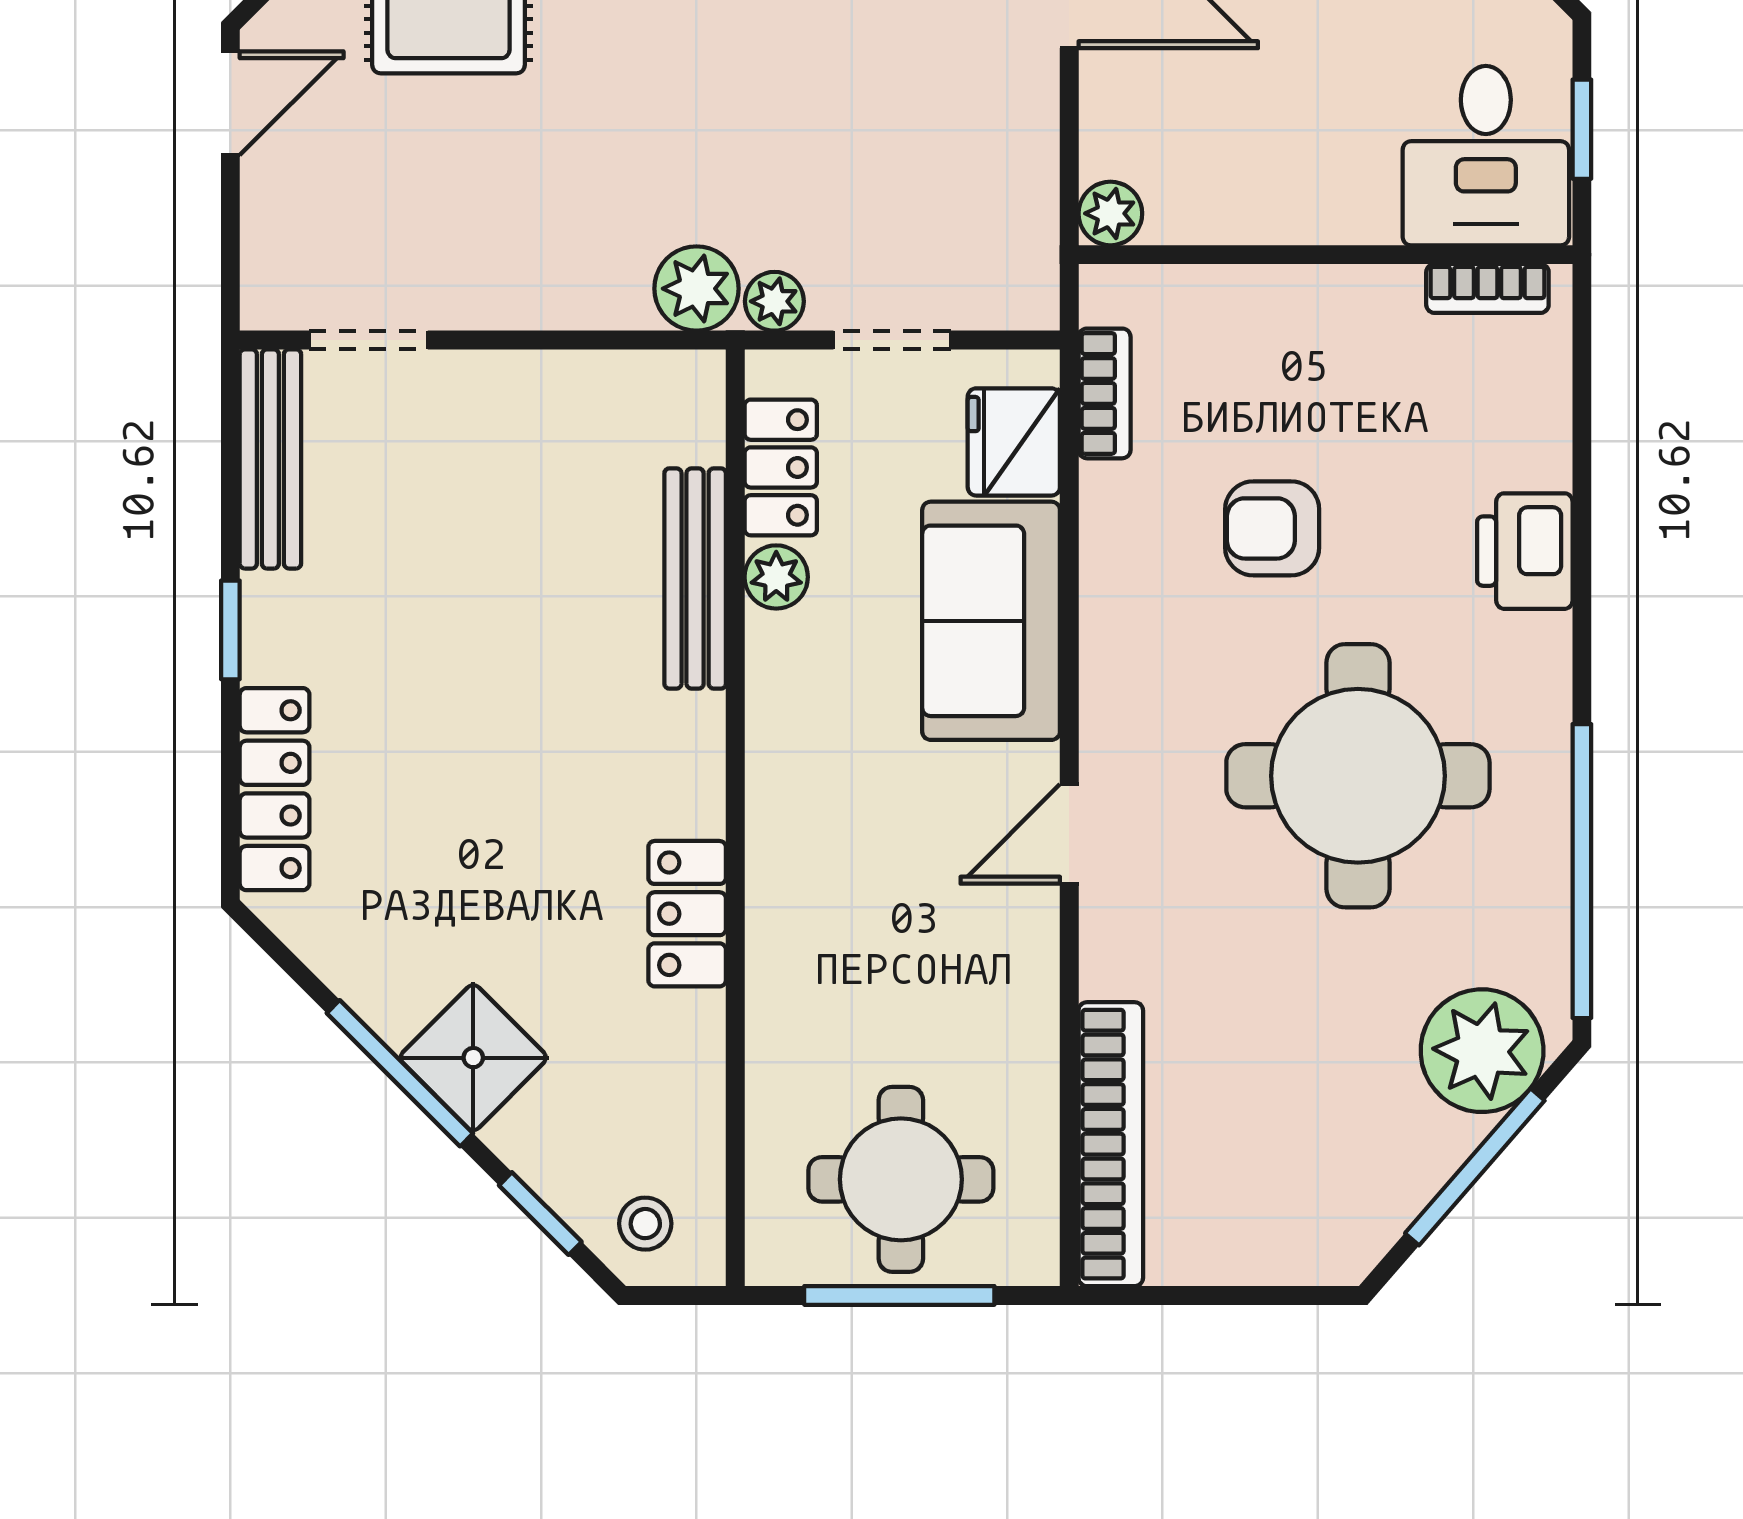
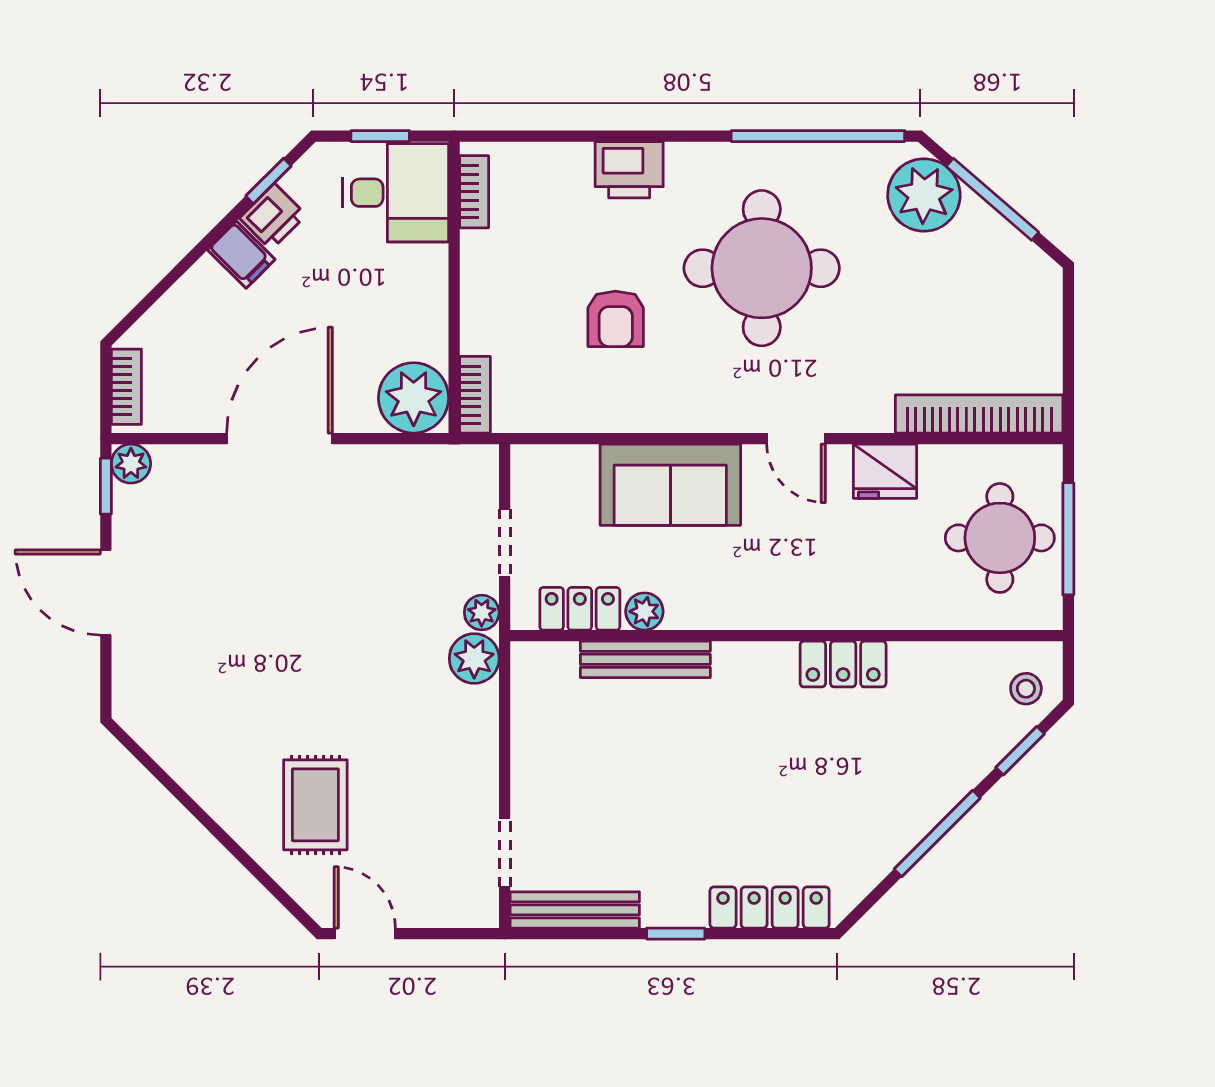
plant: (1110, 213) -> (414, 398), width x1.88, depth x1.88
bookcase: (1105, 393) -> (475, 395), moved, turned 90
fridge: (1014, 442) -> (885, 471), moved
shower: (473, 1058) -> (928, 790), removed

